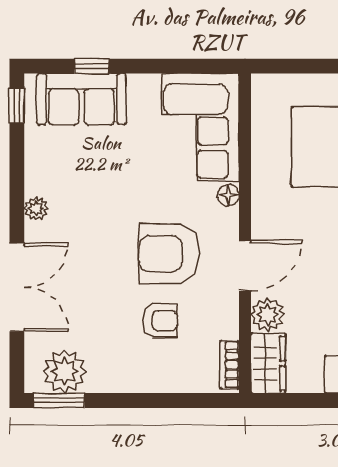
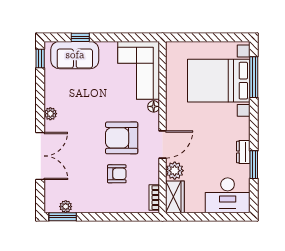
plant: (64, 371) -> (66, 207), width x0.53, depth x0.53

